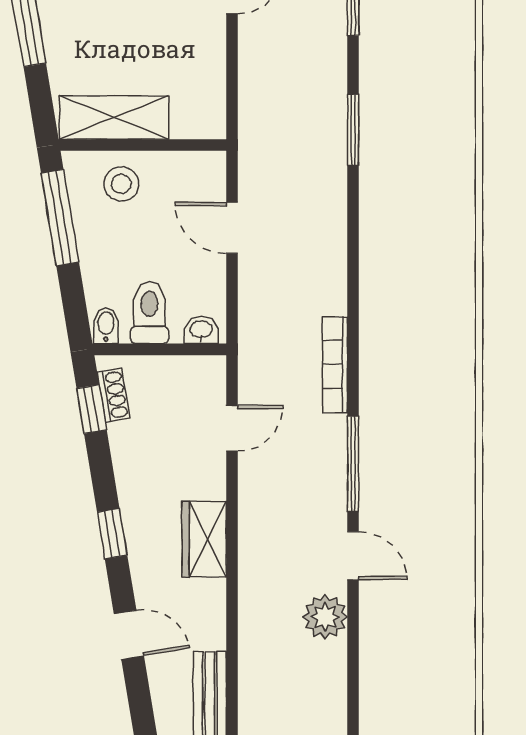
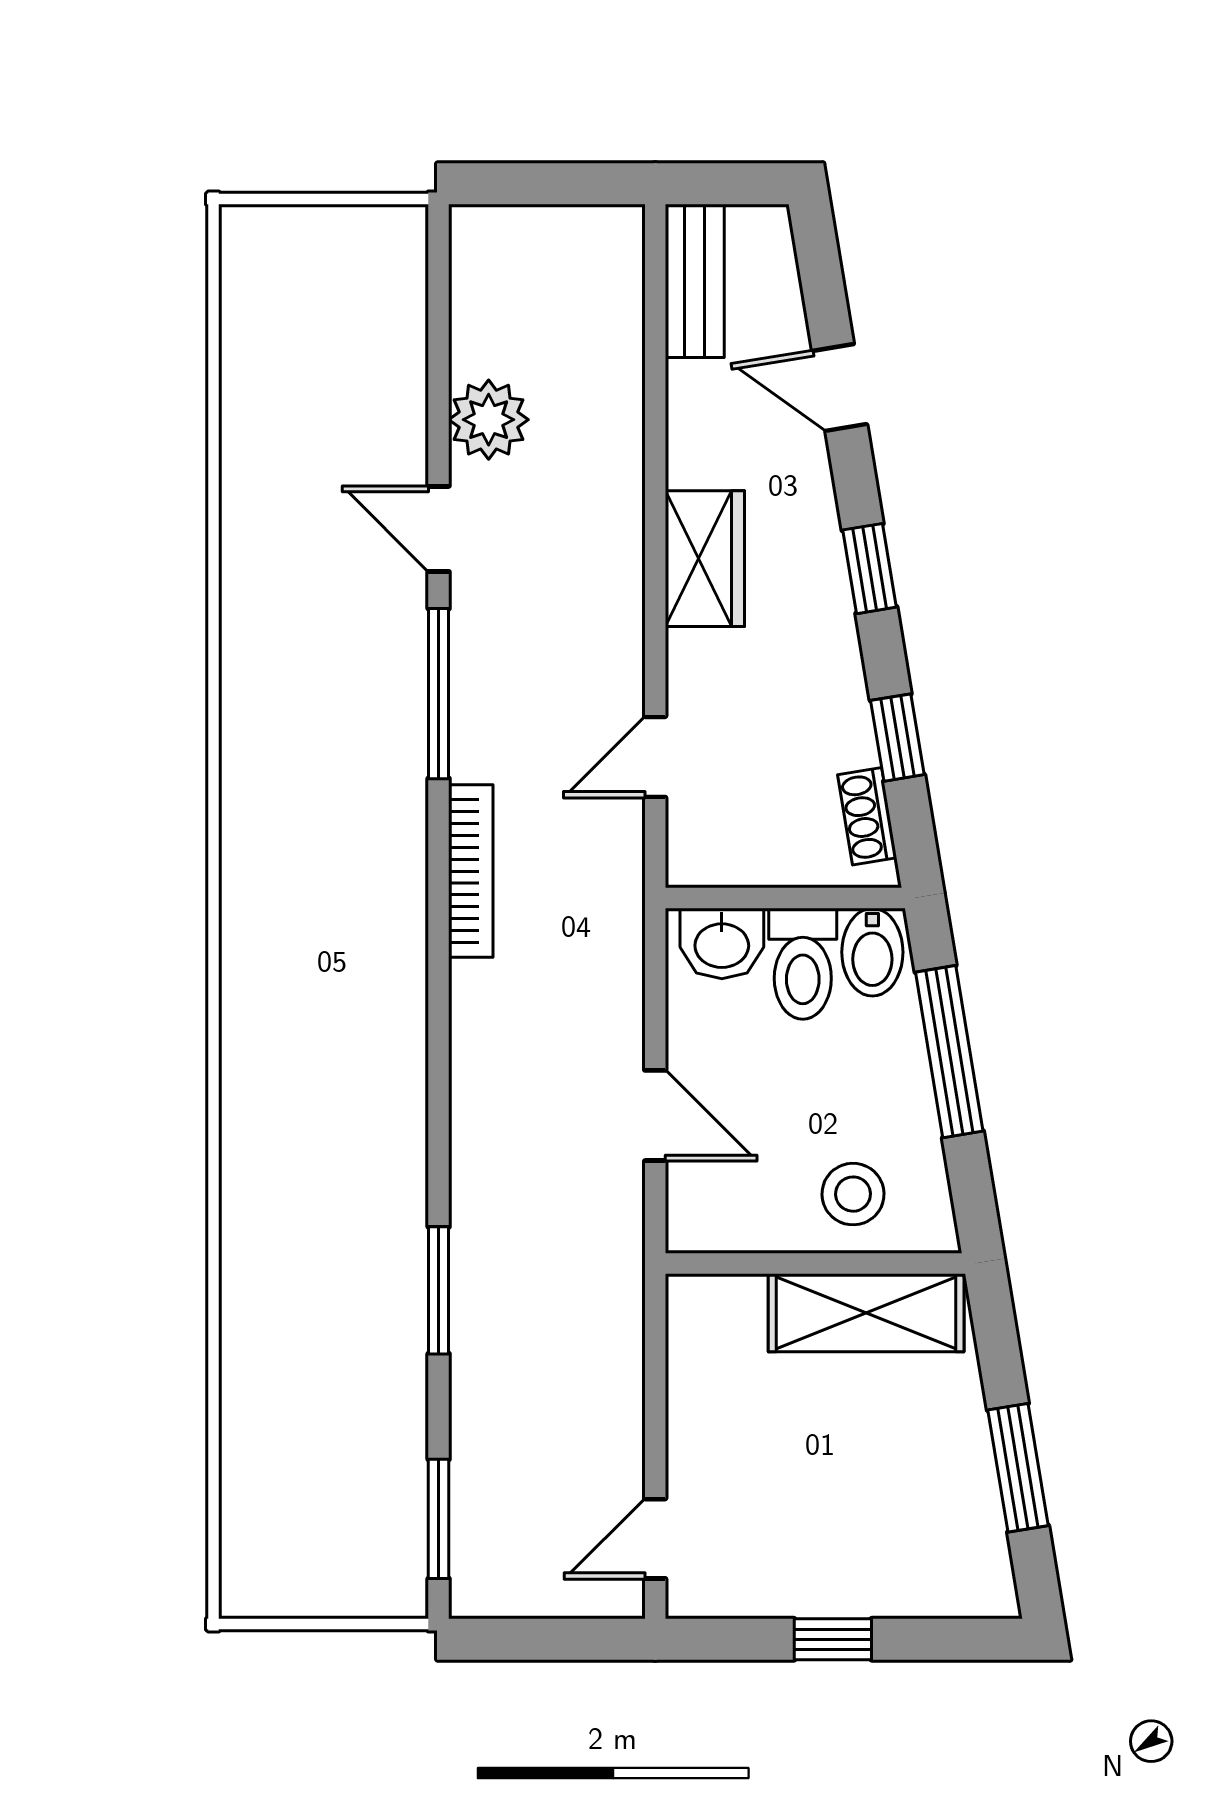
window: (60, 218) -> (949, 1052), moved
bidet: (106, 326) -> (872, 952), width x1.38, depth x1.36
washbasin: (201, 330) -> (722, 943), width x1.38, depth x1.45
window: (92, 409) -> (897, 738), moved

